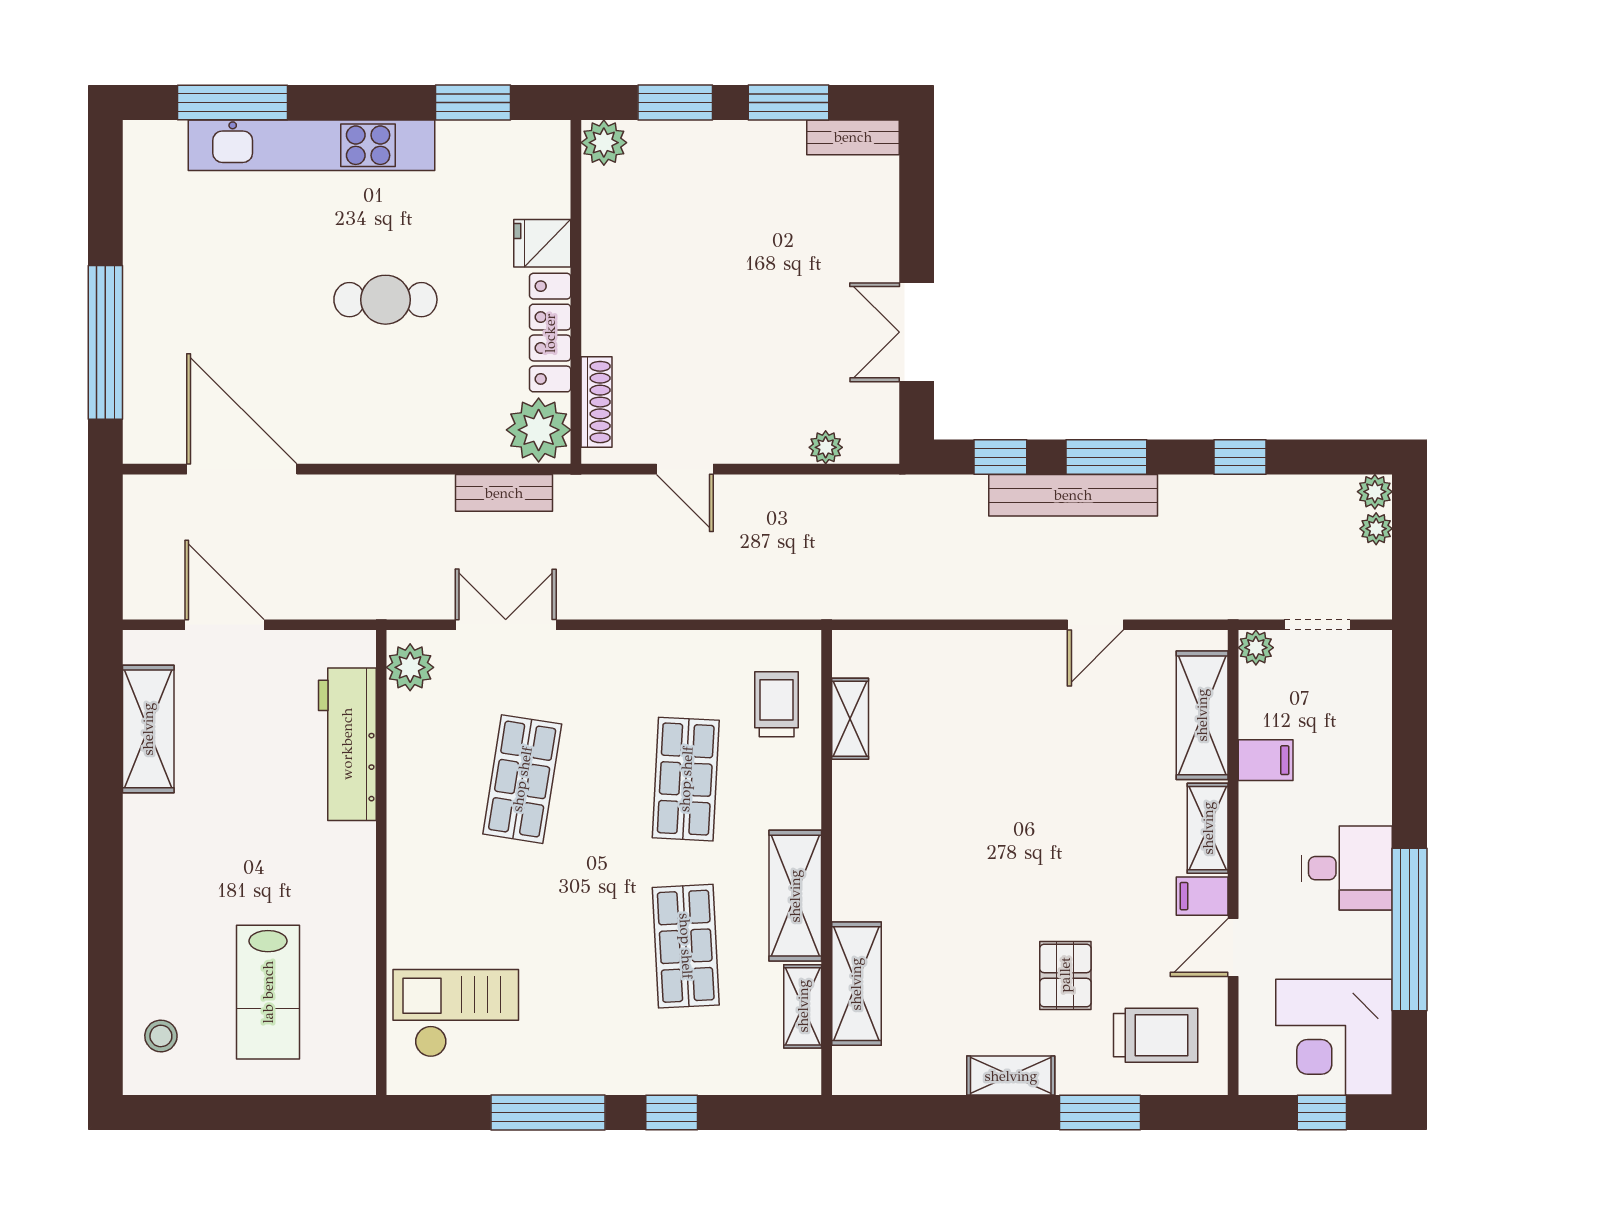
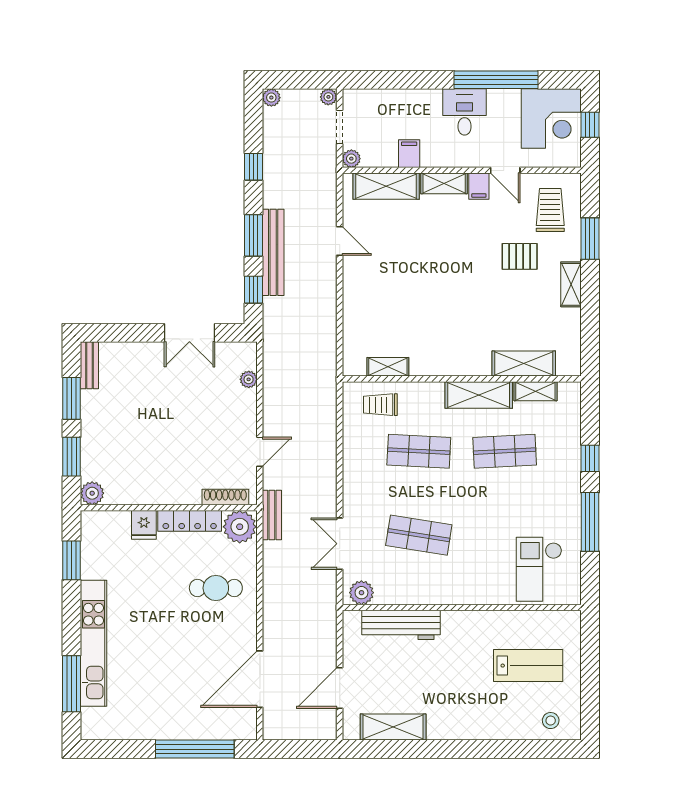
cafe table: (385, 300) -> (216, 588), moved, turned 90
bench: (504, 493) -> (272, 515), moved
plant: (1376, 529) -> (328, 97), moved

